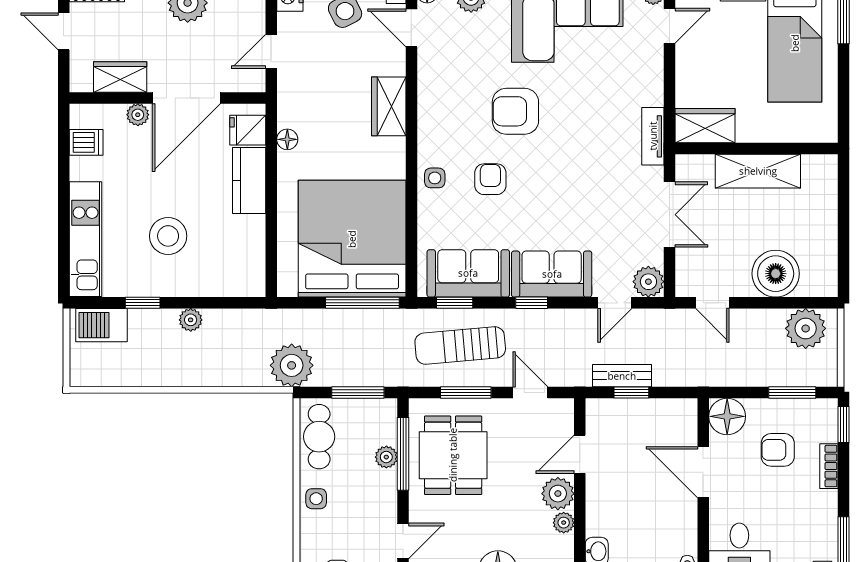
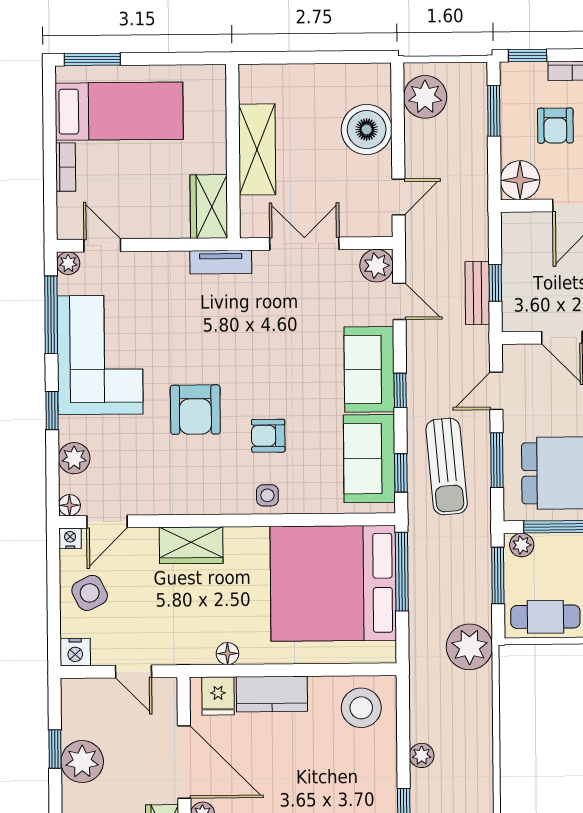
stool: (168, 236) -> (361, 708), moved
plant: (386, 457) -> (522, 545), moved

